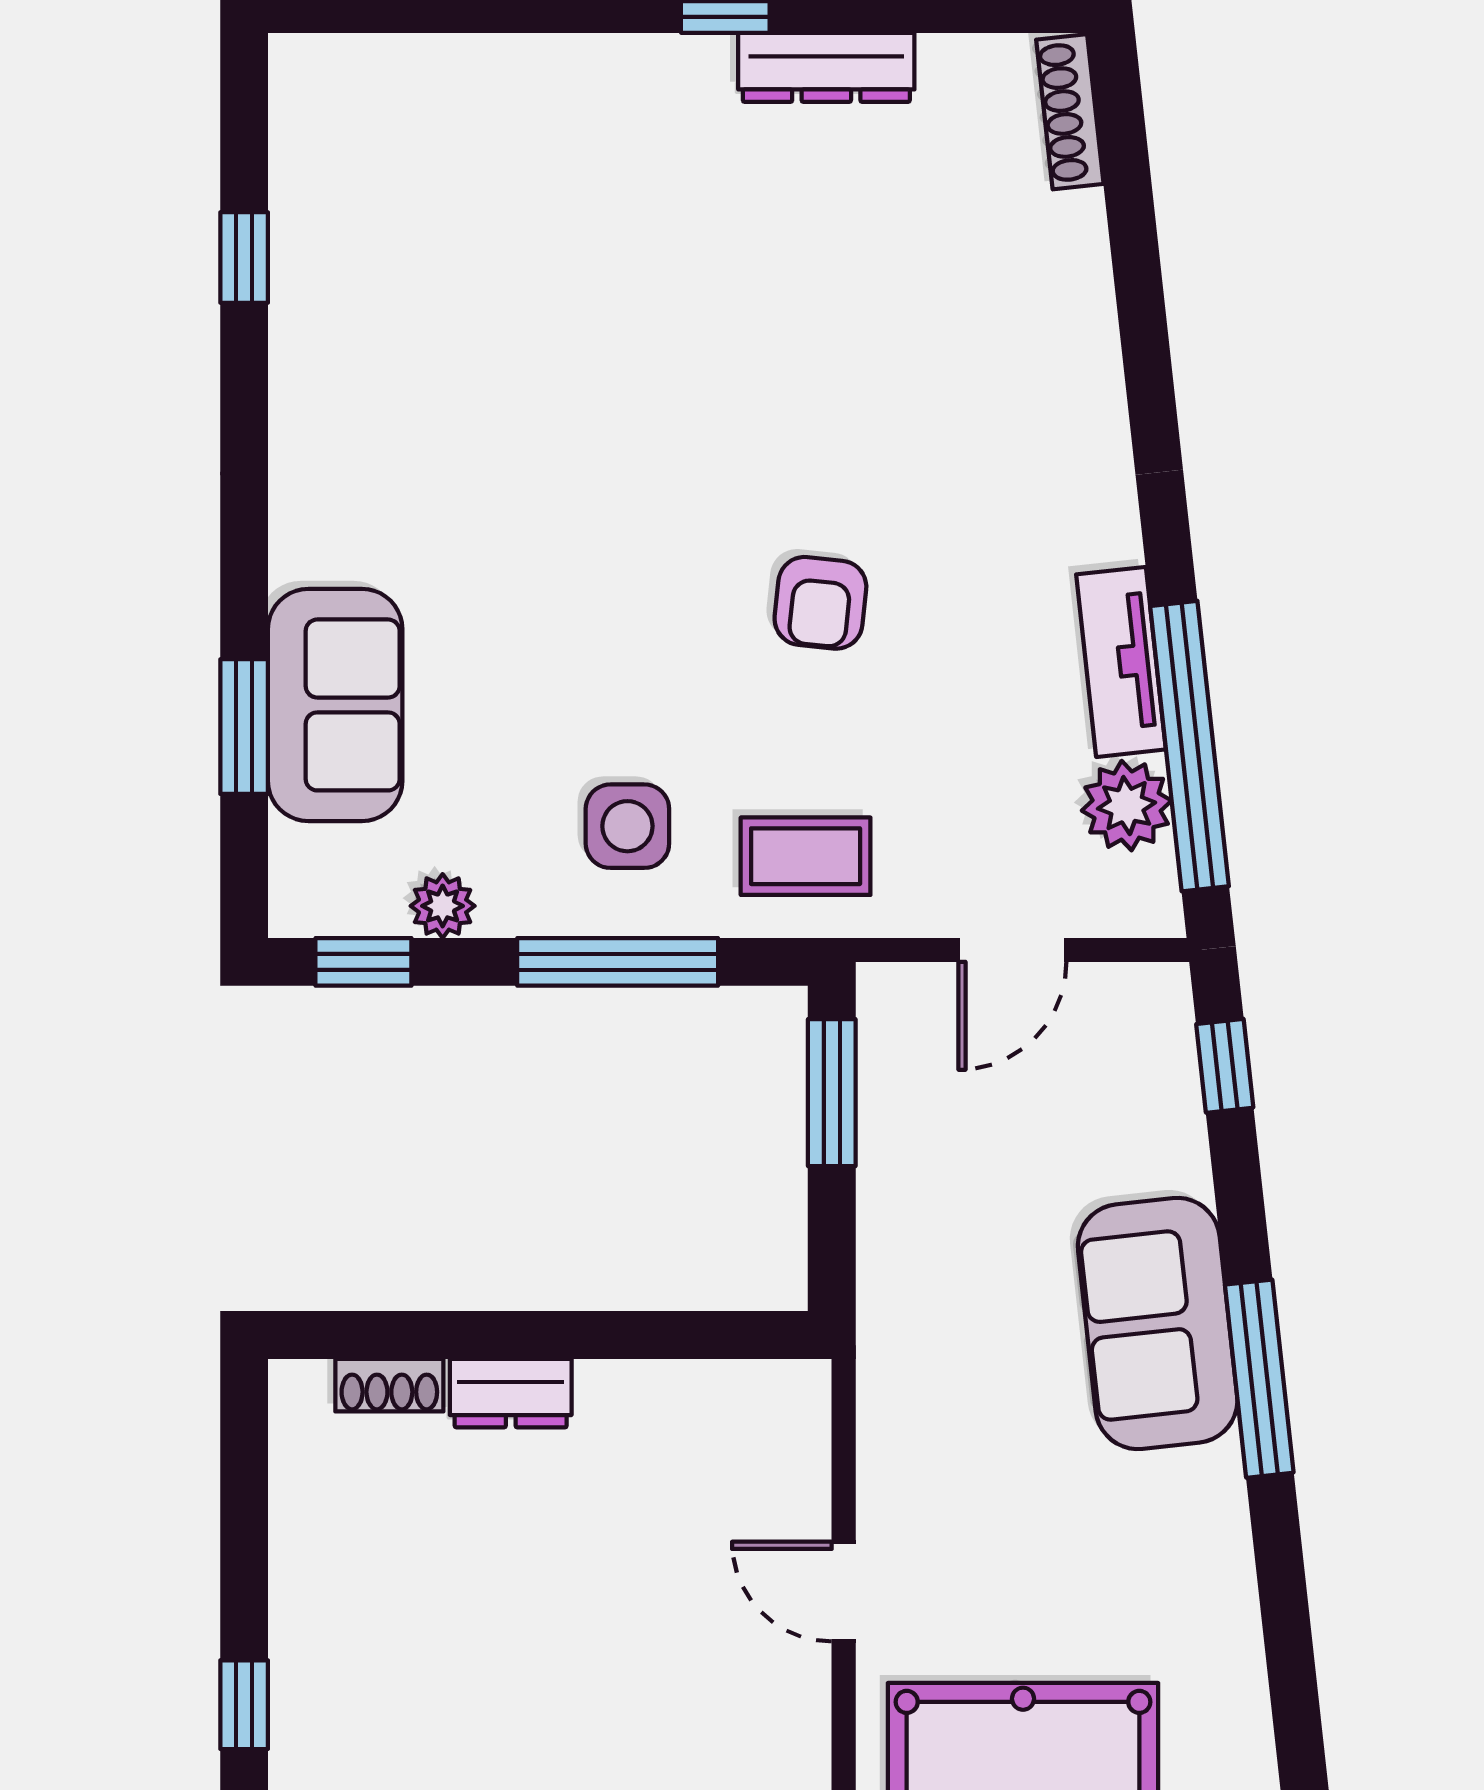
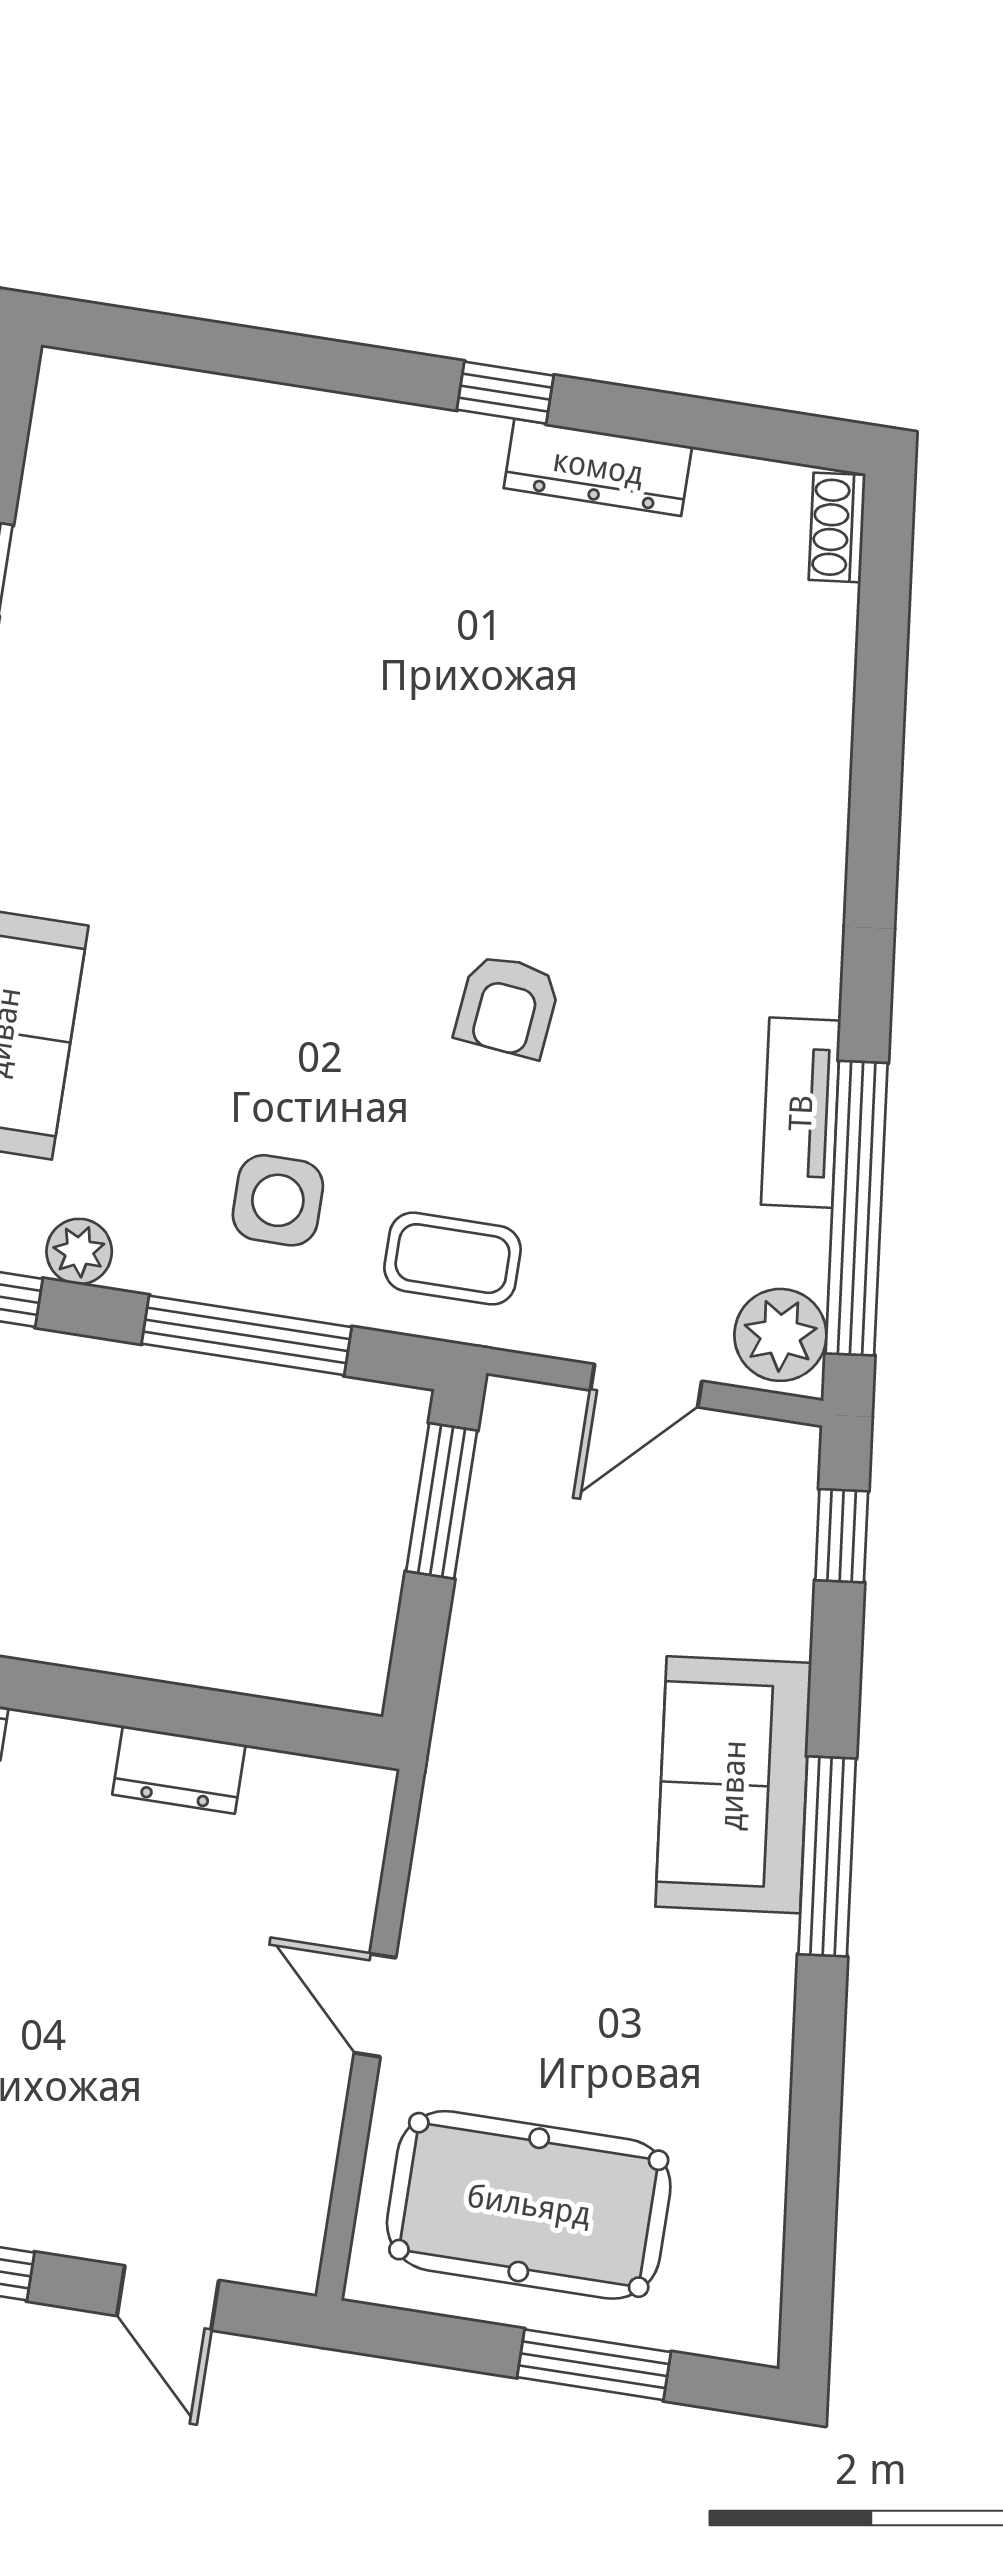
shoe rack: (1070, 112) -> (837, 527), width x0.70
plant: (1127, 806) -> (780, 1335), moved
dresser: (511, 1393) -> (179, 1770), moved

